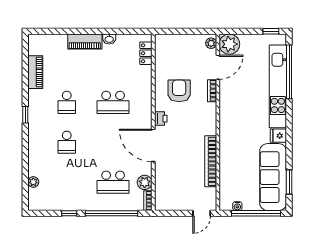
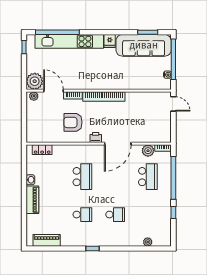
piano: (35, 72) -> (47, 240), moved
bookcase: (211, 161) -> (104, 96), moved

